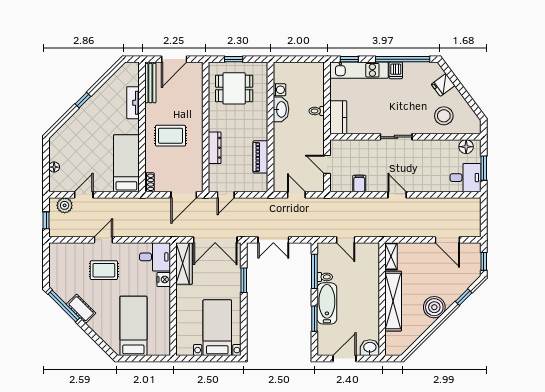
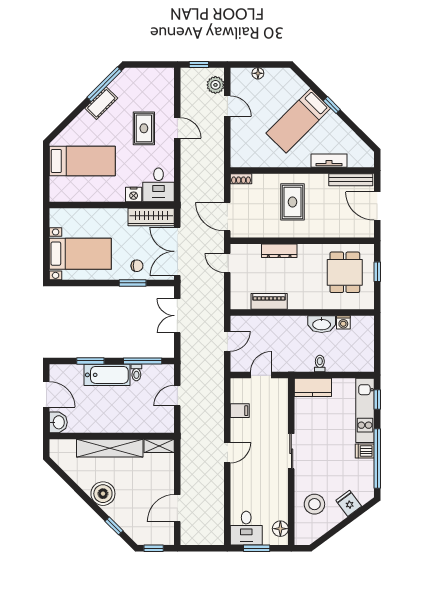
bed: (126, 163) -> (298, 121), moved, turned 135
chair: (228, 276) -> (137, 266), added

